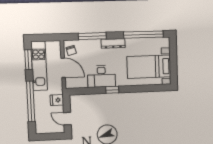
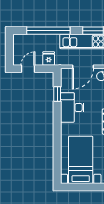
window: (112, 90) -> (57, 94), moved

